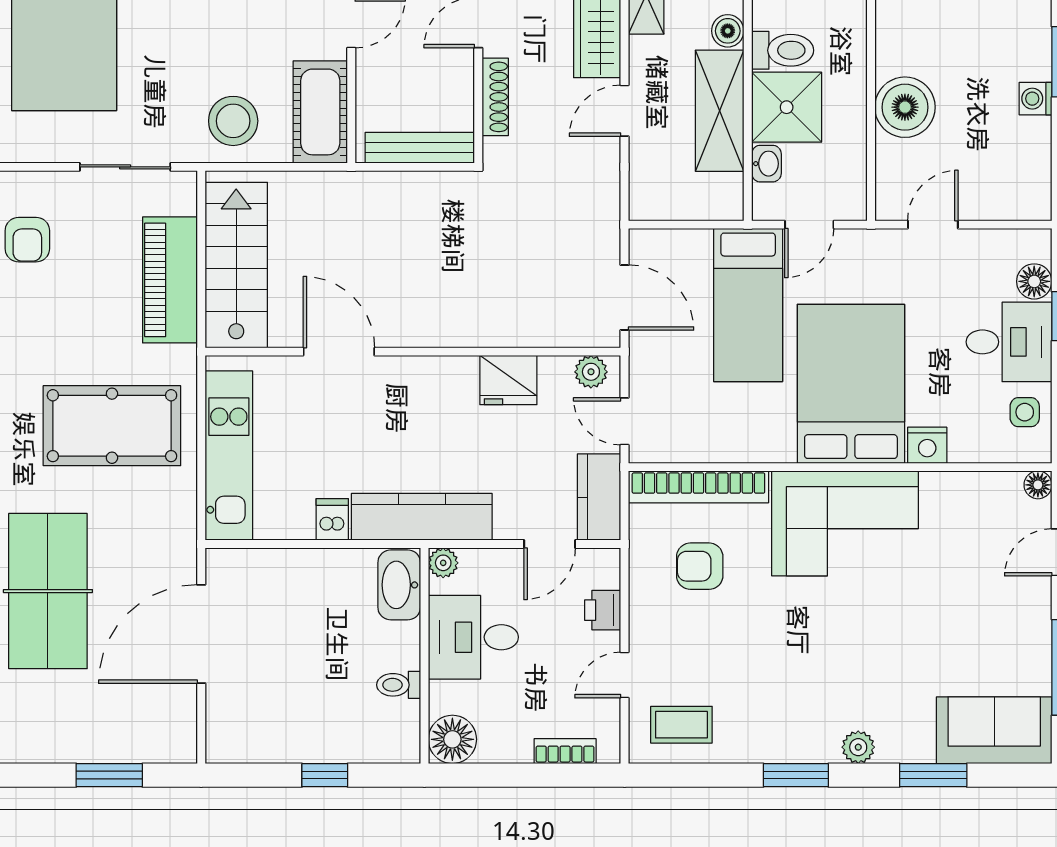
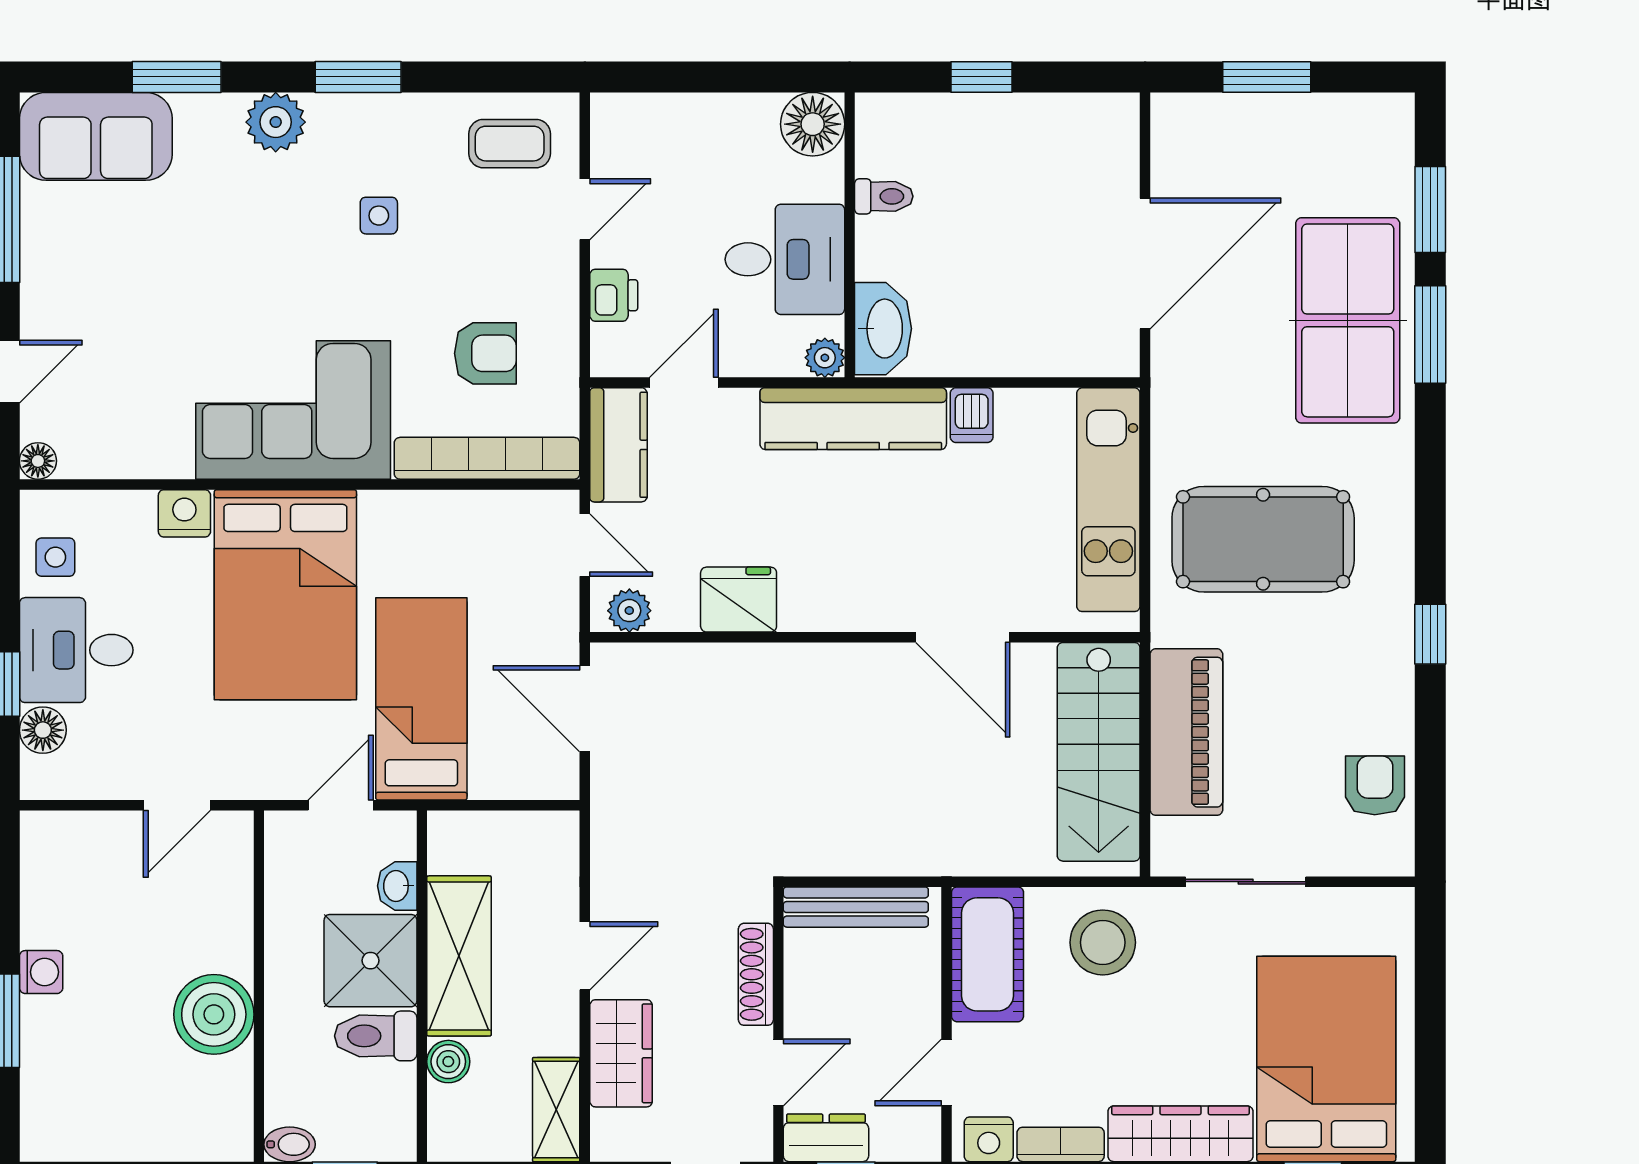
boiler: (905, 107) -> (214, 1014), moved
side table: (780, 670) -> (379, 216), added
plant: (858, 747) -> (276, 122), width x1.38, depth x1.38
bookcase: (565, 751) -> (664, 109), removed

